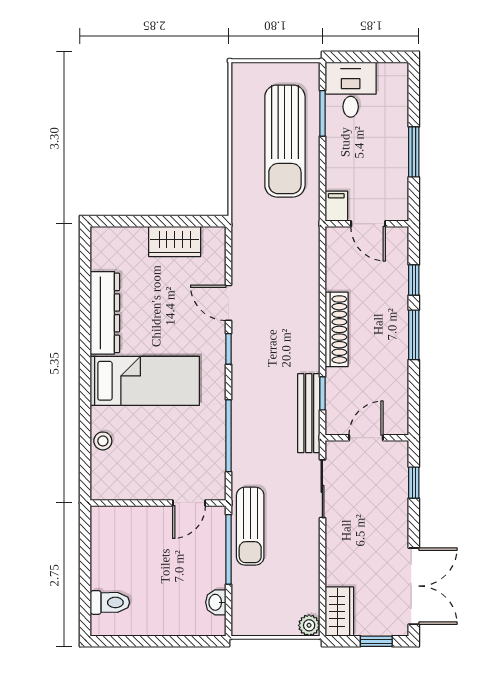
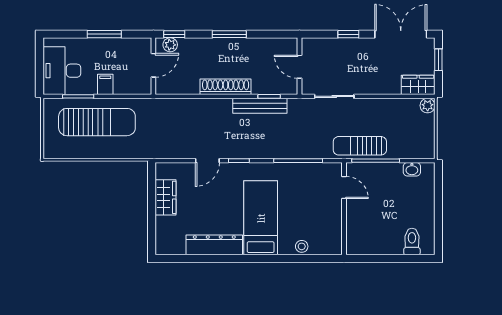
desk: (351, 90) -> (62, 71), width x1.37
filing cabinet: (336, 206) -> (105, 84), moved, turned 90
plant: (398, 248) -> (170, 45), added
window: (414, 280) -> (174, 34), moved
bench: (309, 413) -> (260, 106), moved
window: (414, 483) -> (348, 34), moved
sun lounger: (250, 526) -> (360, 146), turned 180

